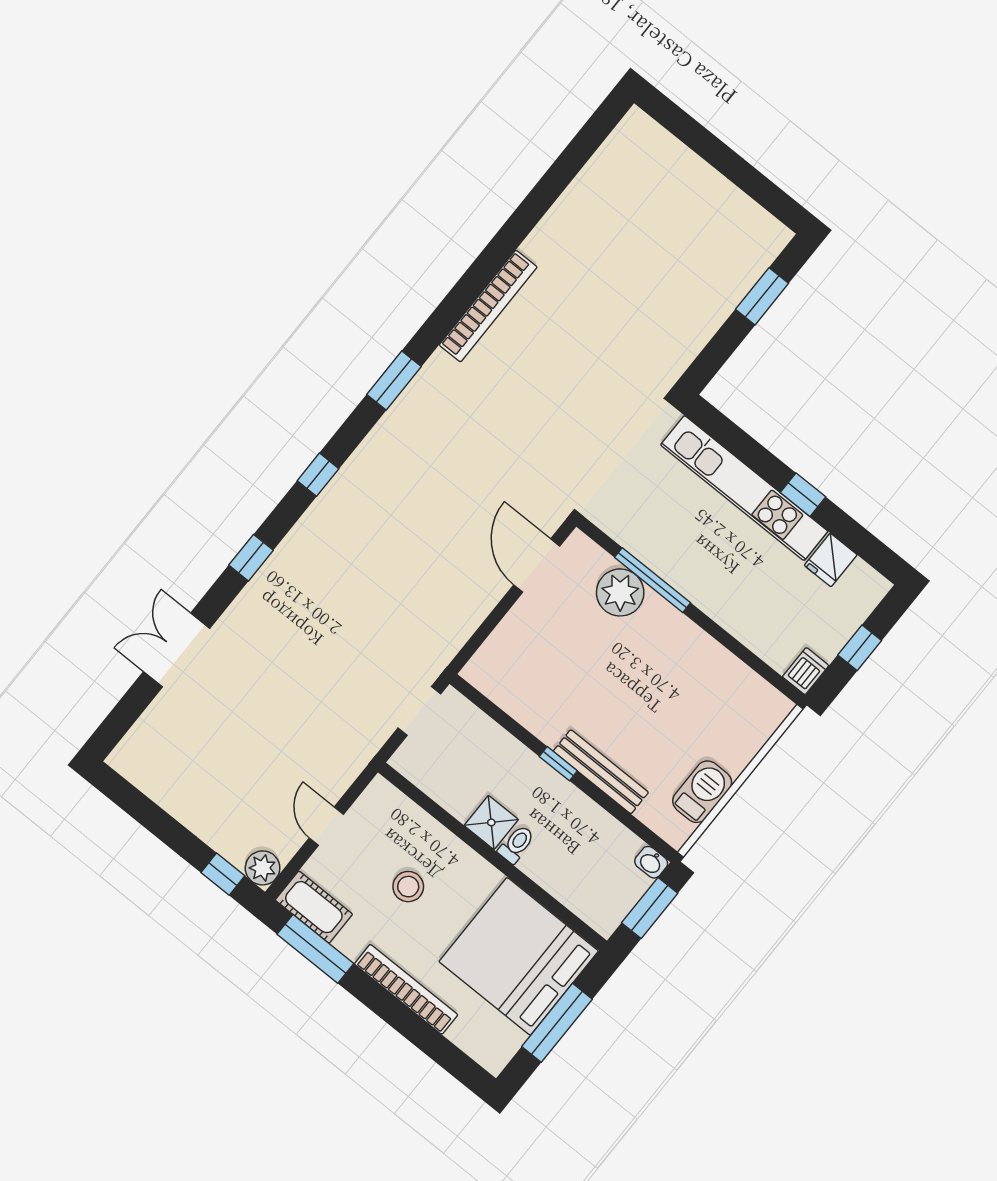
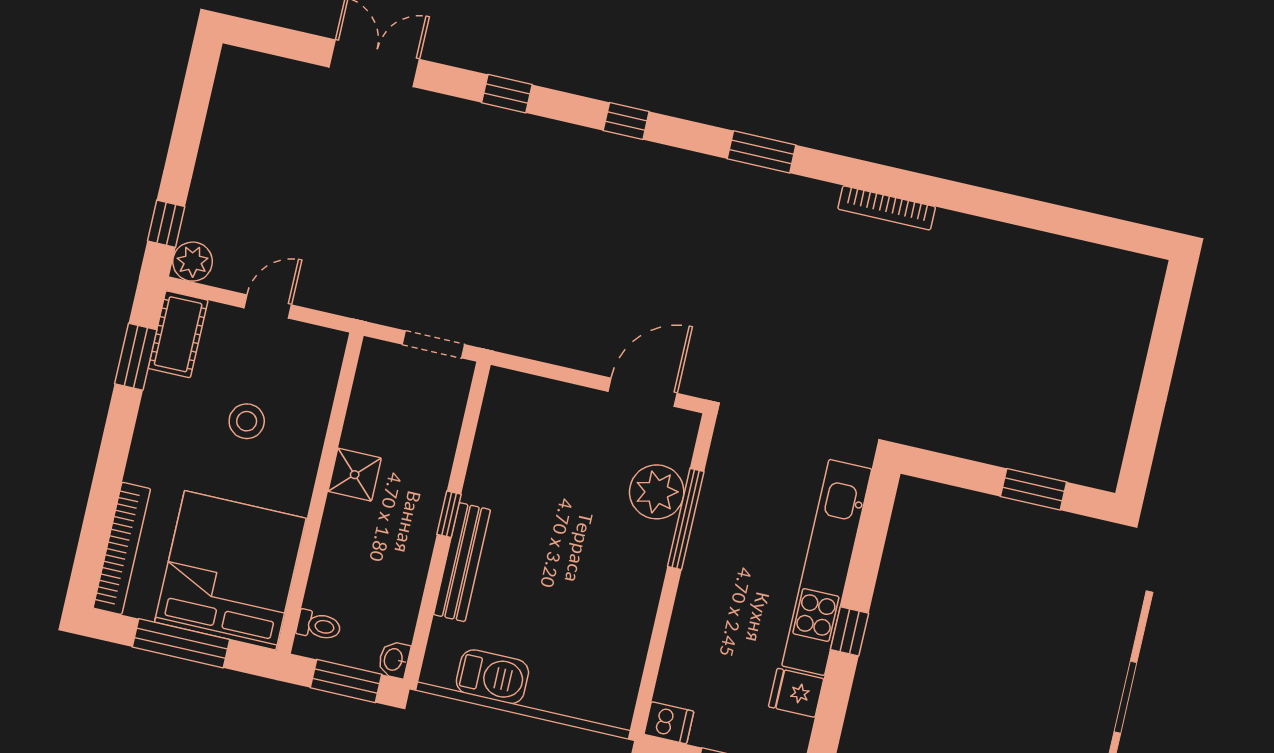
bookcase: (488, 306) -> (887, 208), width x0.68, depth x0.76
toilet: (516, 844) -> (319, 626), moved
window: (315, 949) -> (136, 357), width x0.69
bookcase: (406, 989) -> (122, 548), moved

